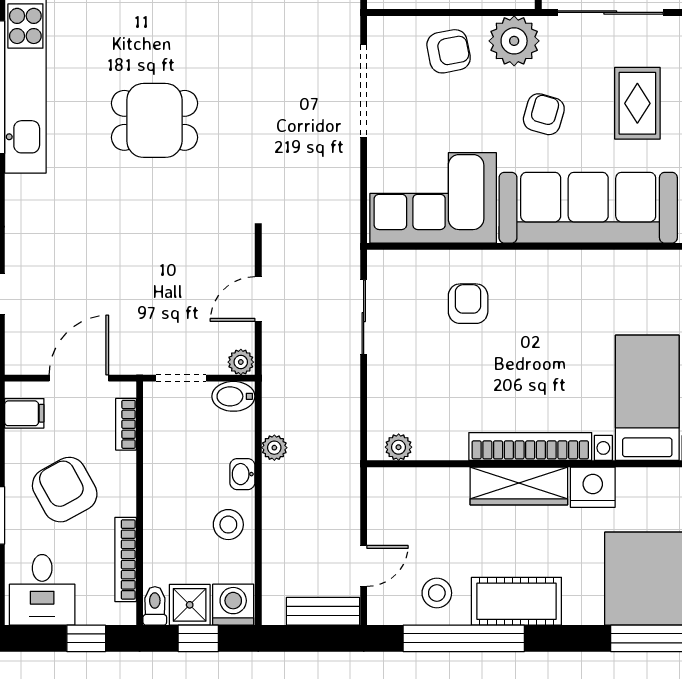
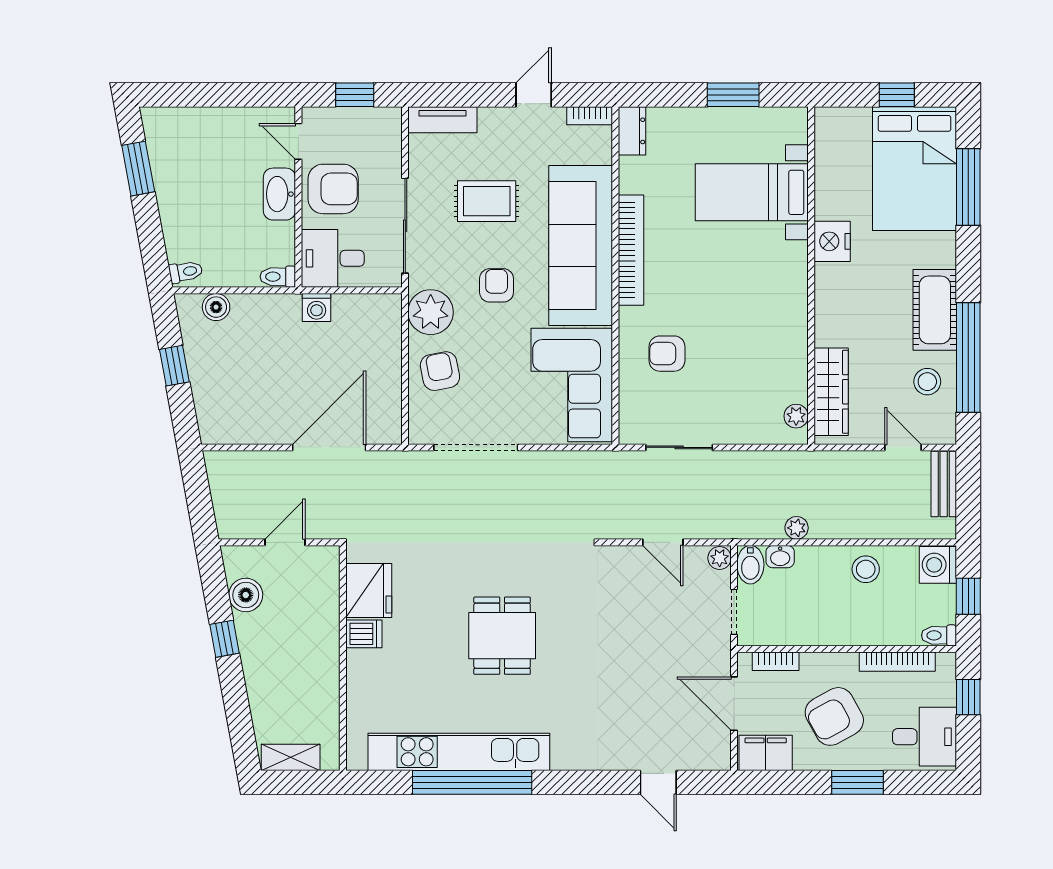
armchair: (544, 114) -> (497, 285), turned 74
filing cabinet: (24, 413) -> (766, 753), width x2.00
bookcase: (530, 447) -> (631, 250), moved, turned 180
washbasin: (242, 474) -> (780, 557), moved
wardrobe: (519, 486) -> (831, 392), moved
shower: (190, 605) -> (938, 604), removed

